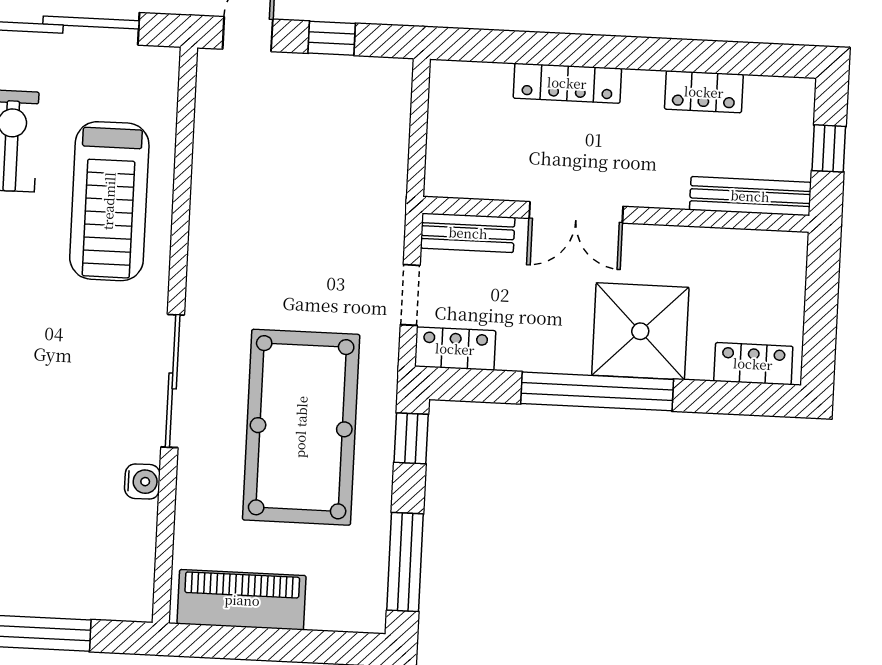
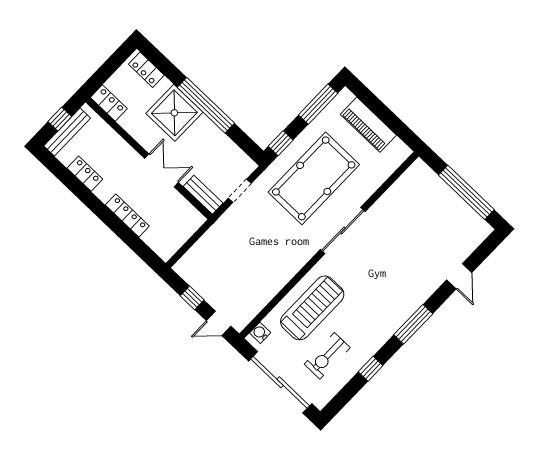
bench: (750, 196) -> (67, 132), moved, turned 90
locker: (455, 349) -> (109, 103), moved, turned 180
water cooler: (142, 481) -> (260, 333), moved
piano: (242, 600) -> (368, 125), moved

